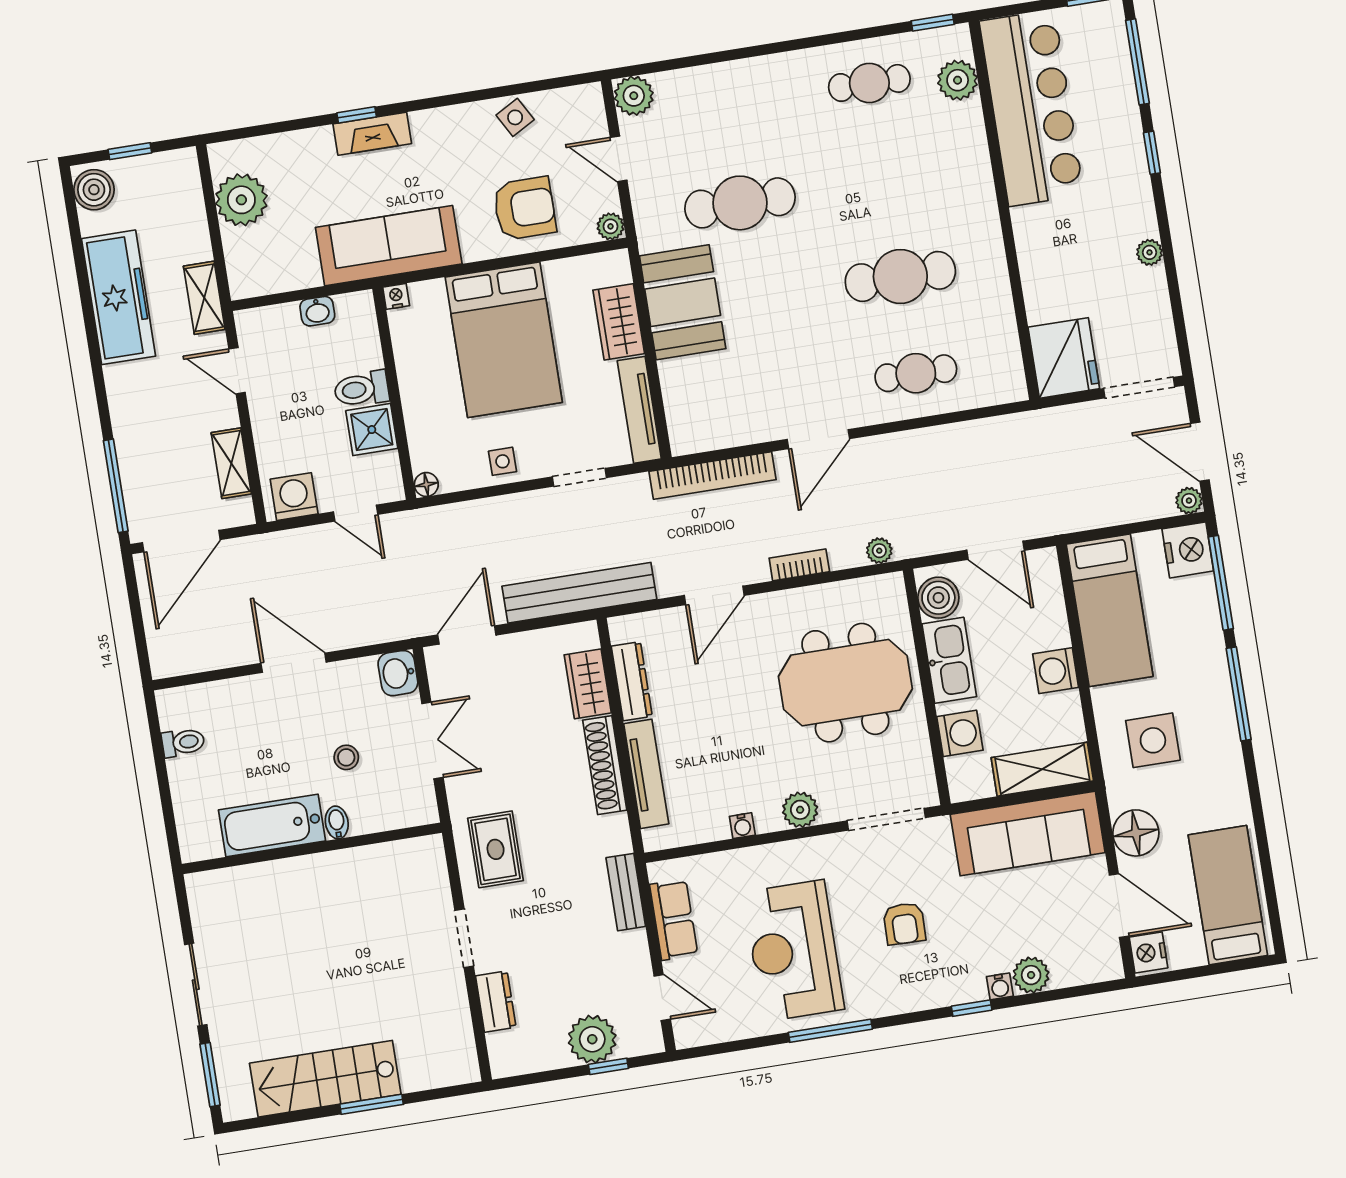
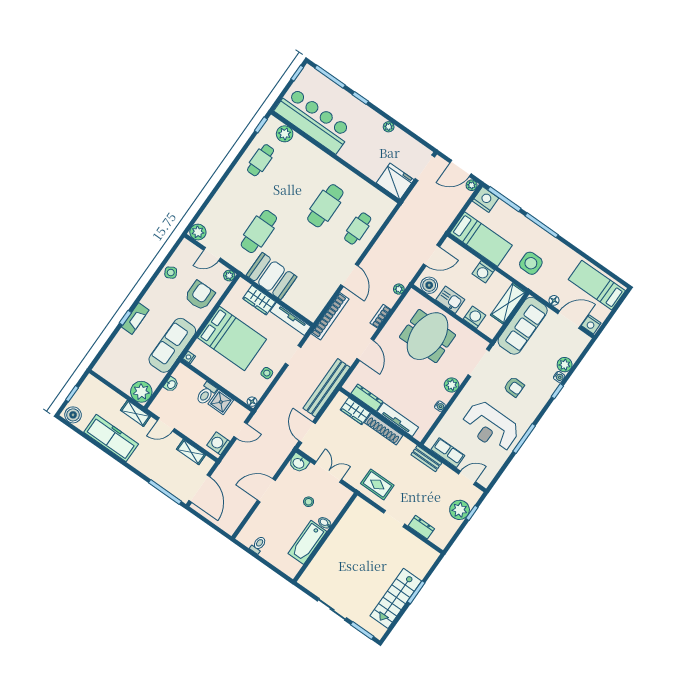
plant: (241, 200) -> (141, 392), moved
kitchen sink: (949, 660) -> (450, 300), width x0.73
floor lamp: (1136, 833) -> (554, 300), width x0.53, depth x0.53

